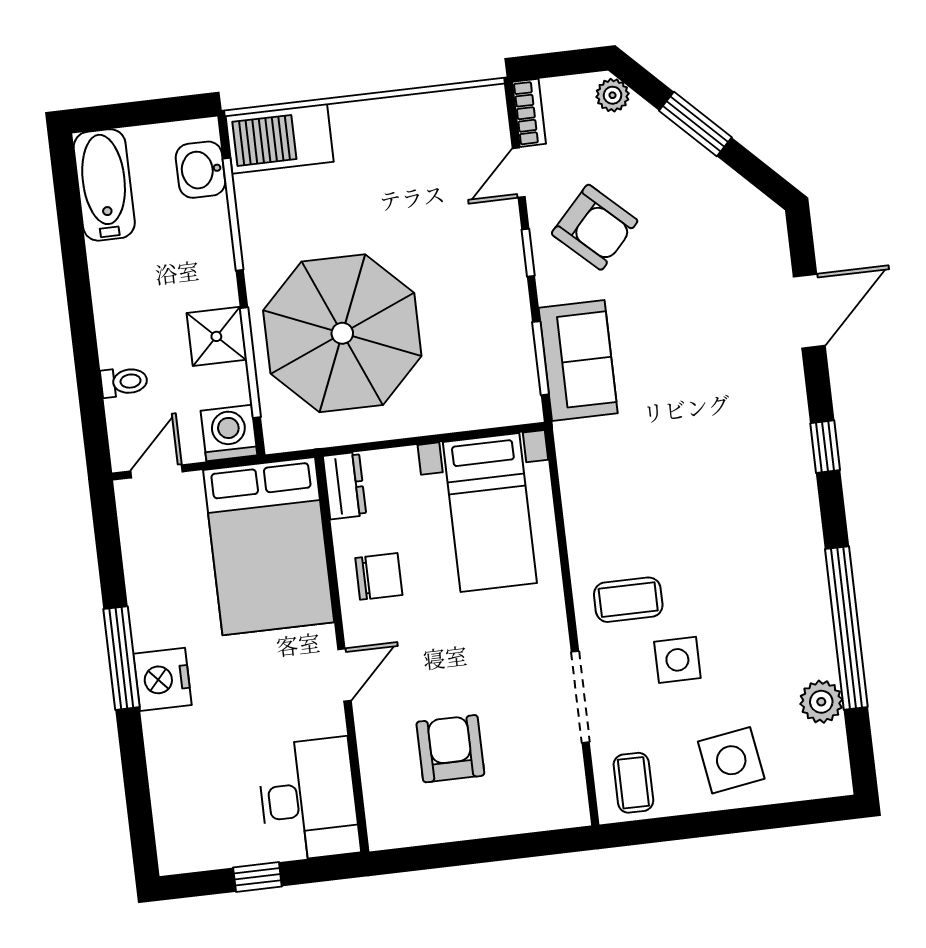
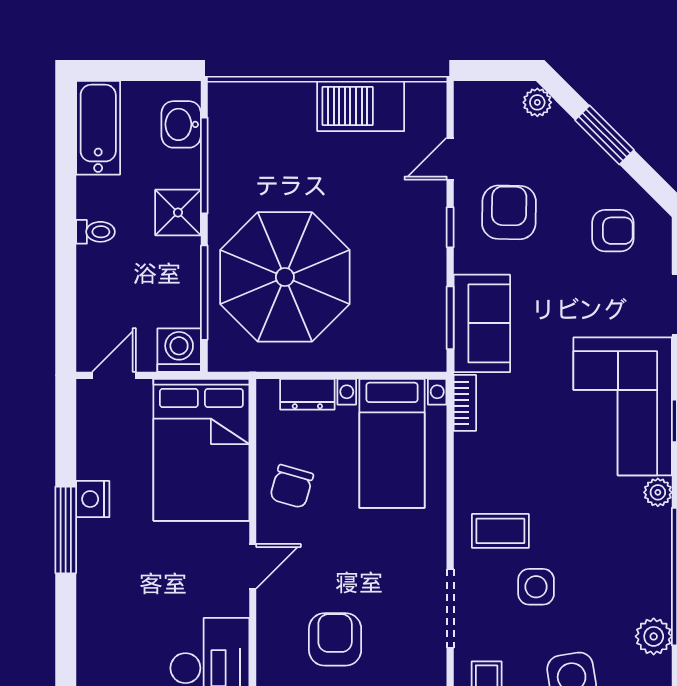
bookcase: (529, 113) -> (465, 403), moved
barbecue: (280, 139) -> (361, 106), moved
armchair: (595, 227) -> (509, 212), turned -132
armchair: (718, 234) -> (613, 231), added
shower: (216, 336) -> (178, 212), moved
toilet: (124, 382) -> (95, 232), moved
corner sofa: (754, 438) -> (623, 406), added
dresser: (344, 486) -> (307, 394), moved, turned 90
plant: (806, 533) -> (658, 492), added
chair: (379, 576) -> (292, 486), turned 106
nightstand: (162, 679) -> (93, 499), moved, width x0.74, depth x0.75

